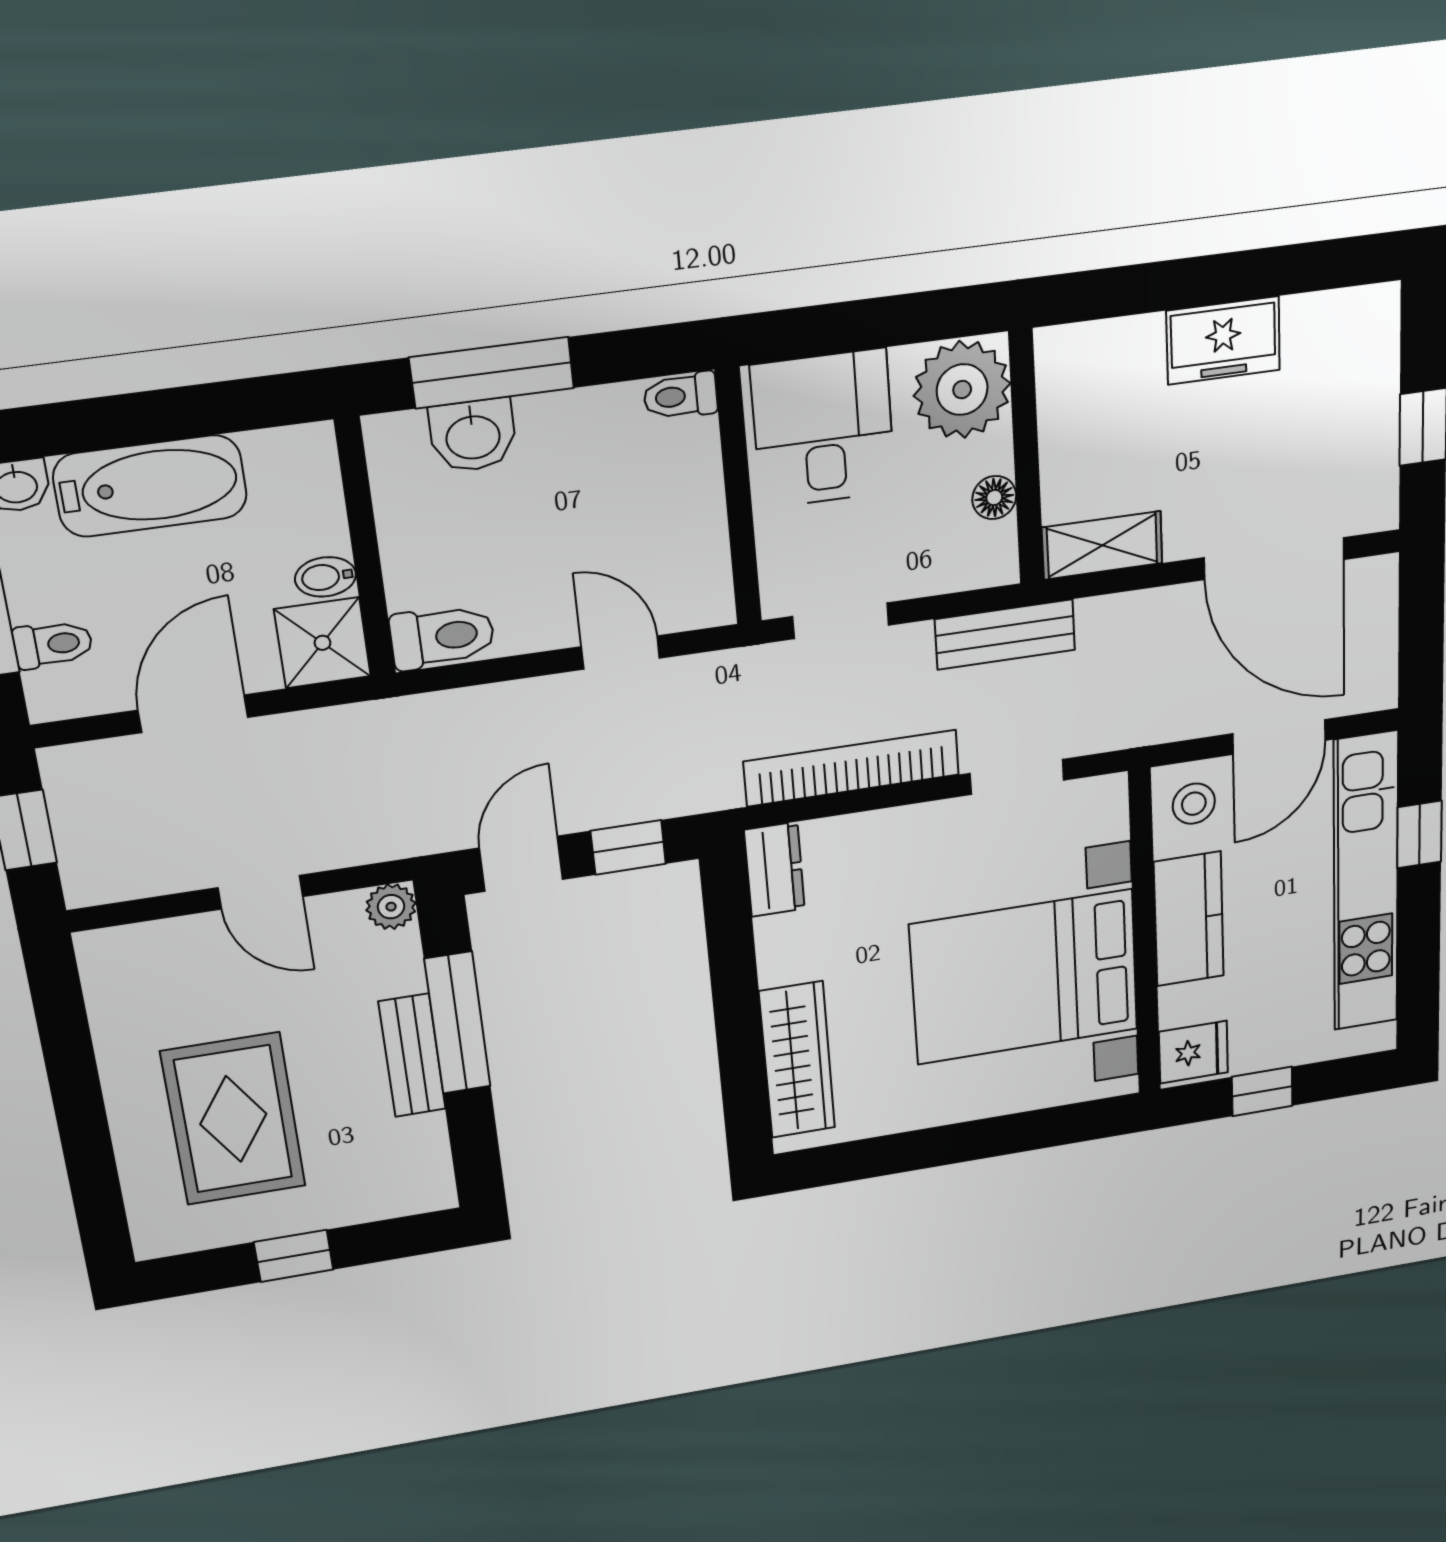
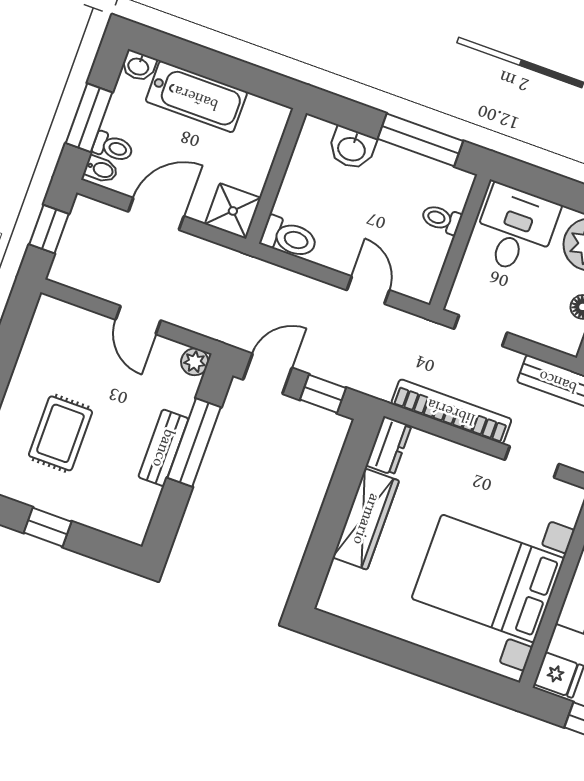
window: (492, 373) -> (420, 140), moved
toilet: (680, 396) -> (441, 219), moved
bidet: (325, 577) -> (101, 169), moved, turned 180
wardrobe: (797, 1060) -> (366, 519), moved
rug: (233, 1119) -> (60, 433), width x0.73, depth x0.70

